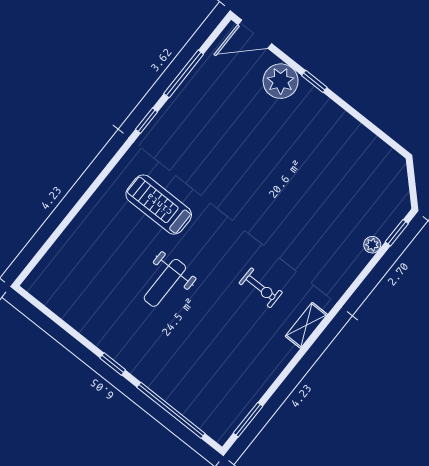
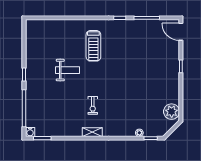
plant: (281, 81) -> (172, 112), moved
treadmill: (159, 205) -> (93, 46), turned 180
weight bench: (165, 283) -> (67, 70), turned 180
water cooler: (221, 433) -> (30, 132), added

